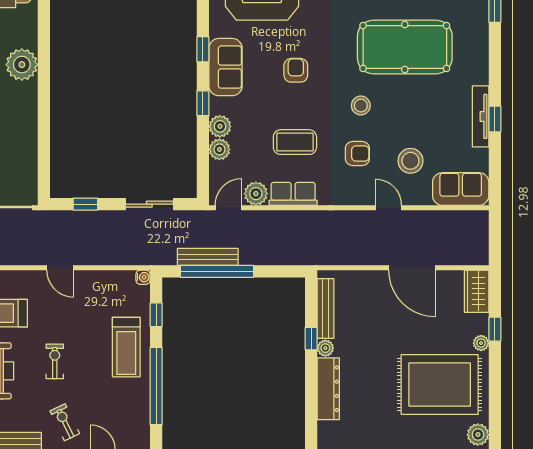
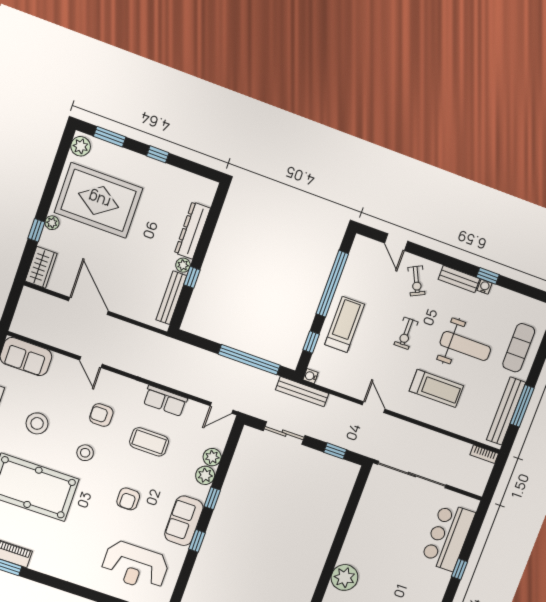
stool: (411, 161) -> (37, 423), moved
plant: (256, 194) -> (195, 411), removed
bench: (208, 257) -> (302, 392), moved

